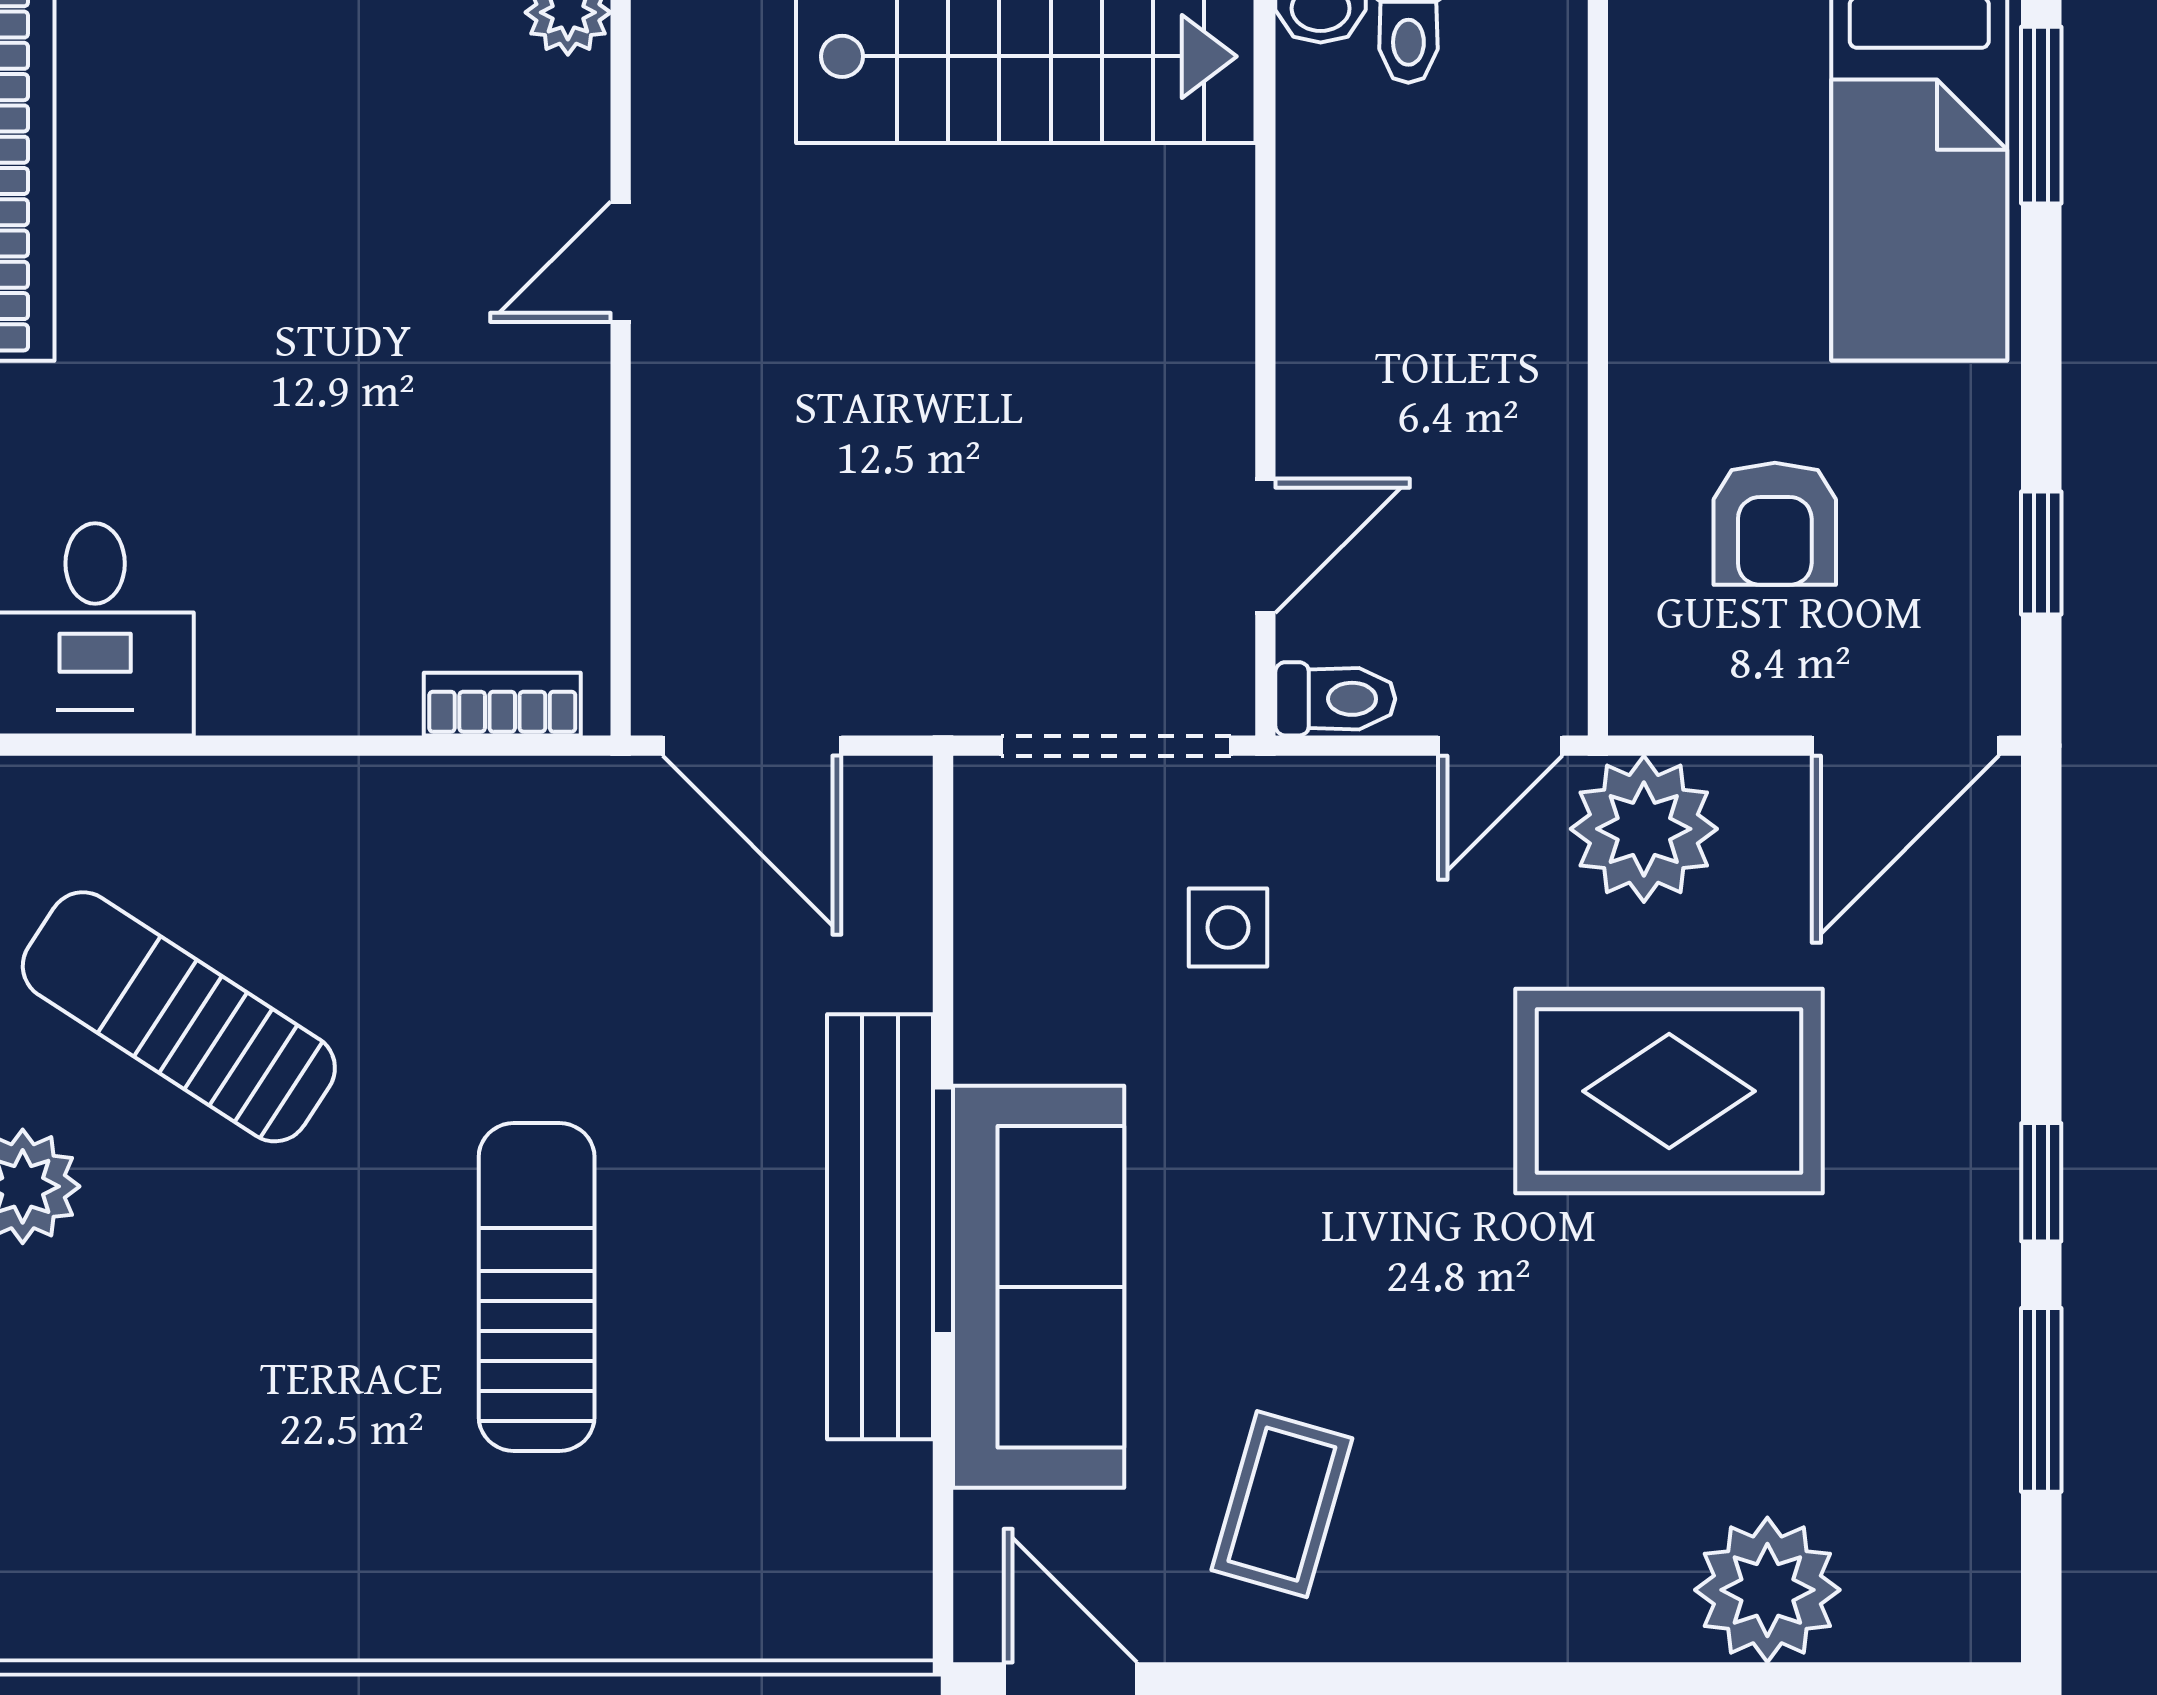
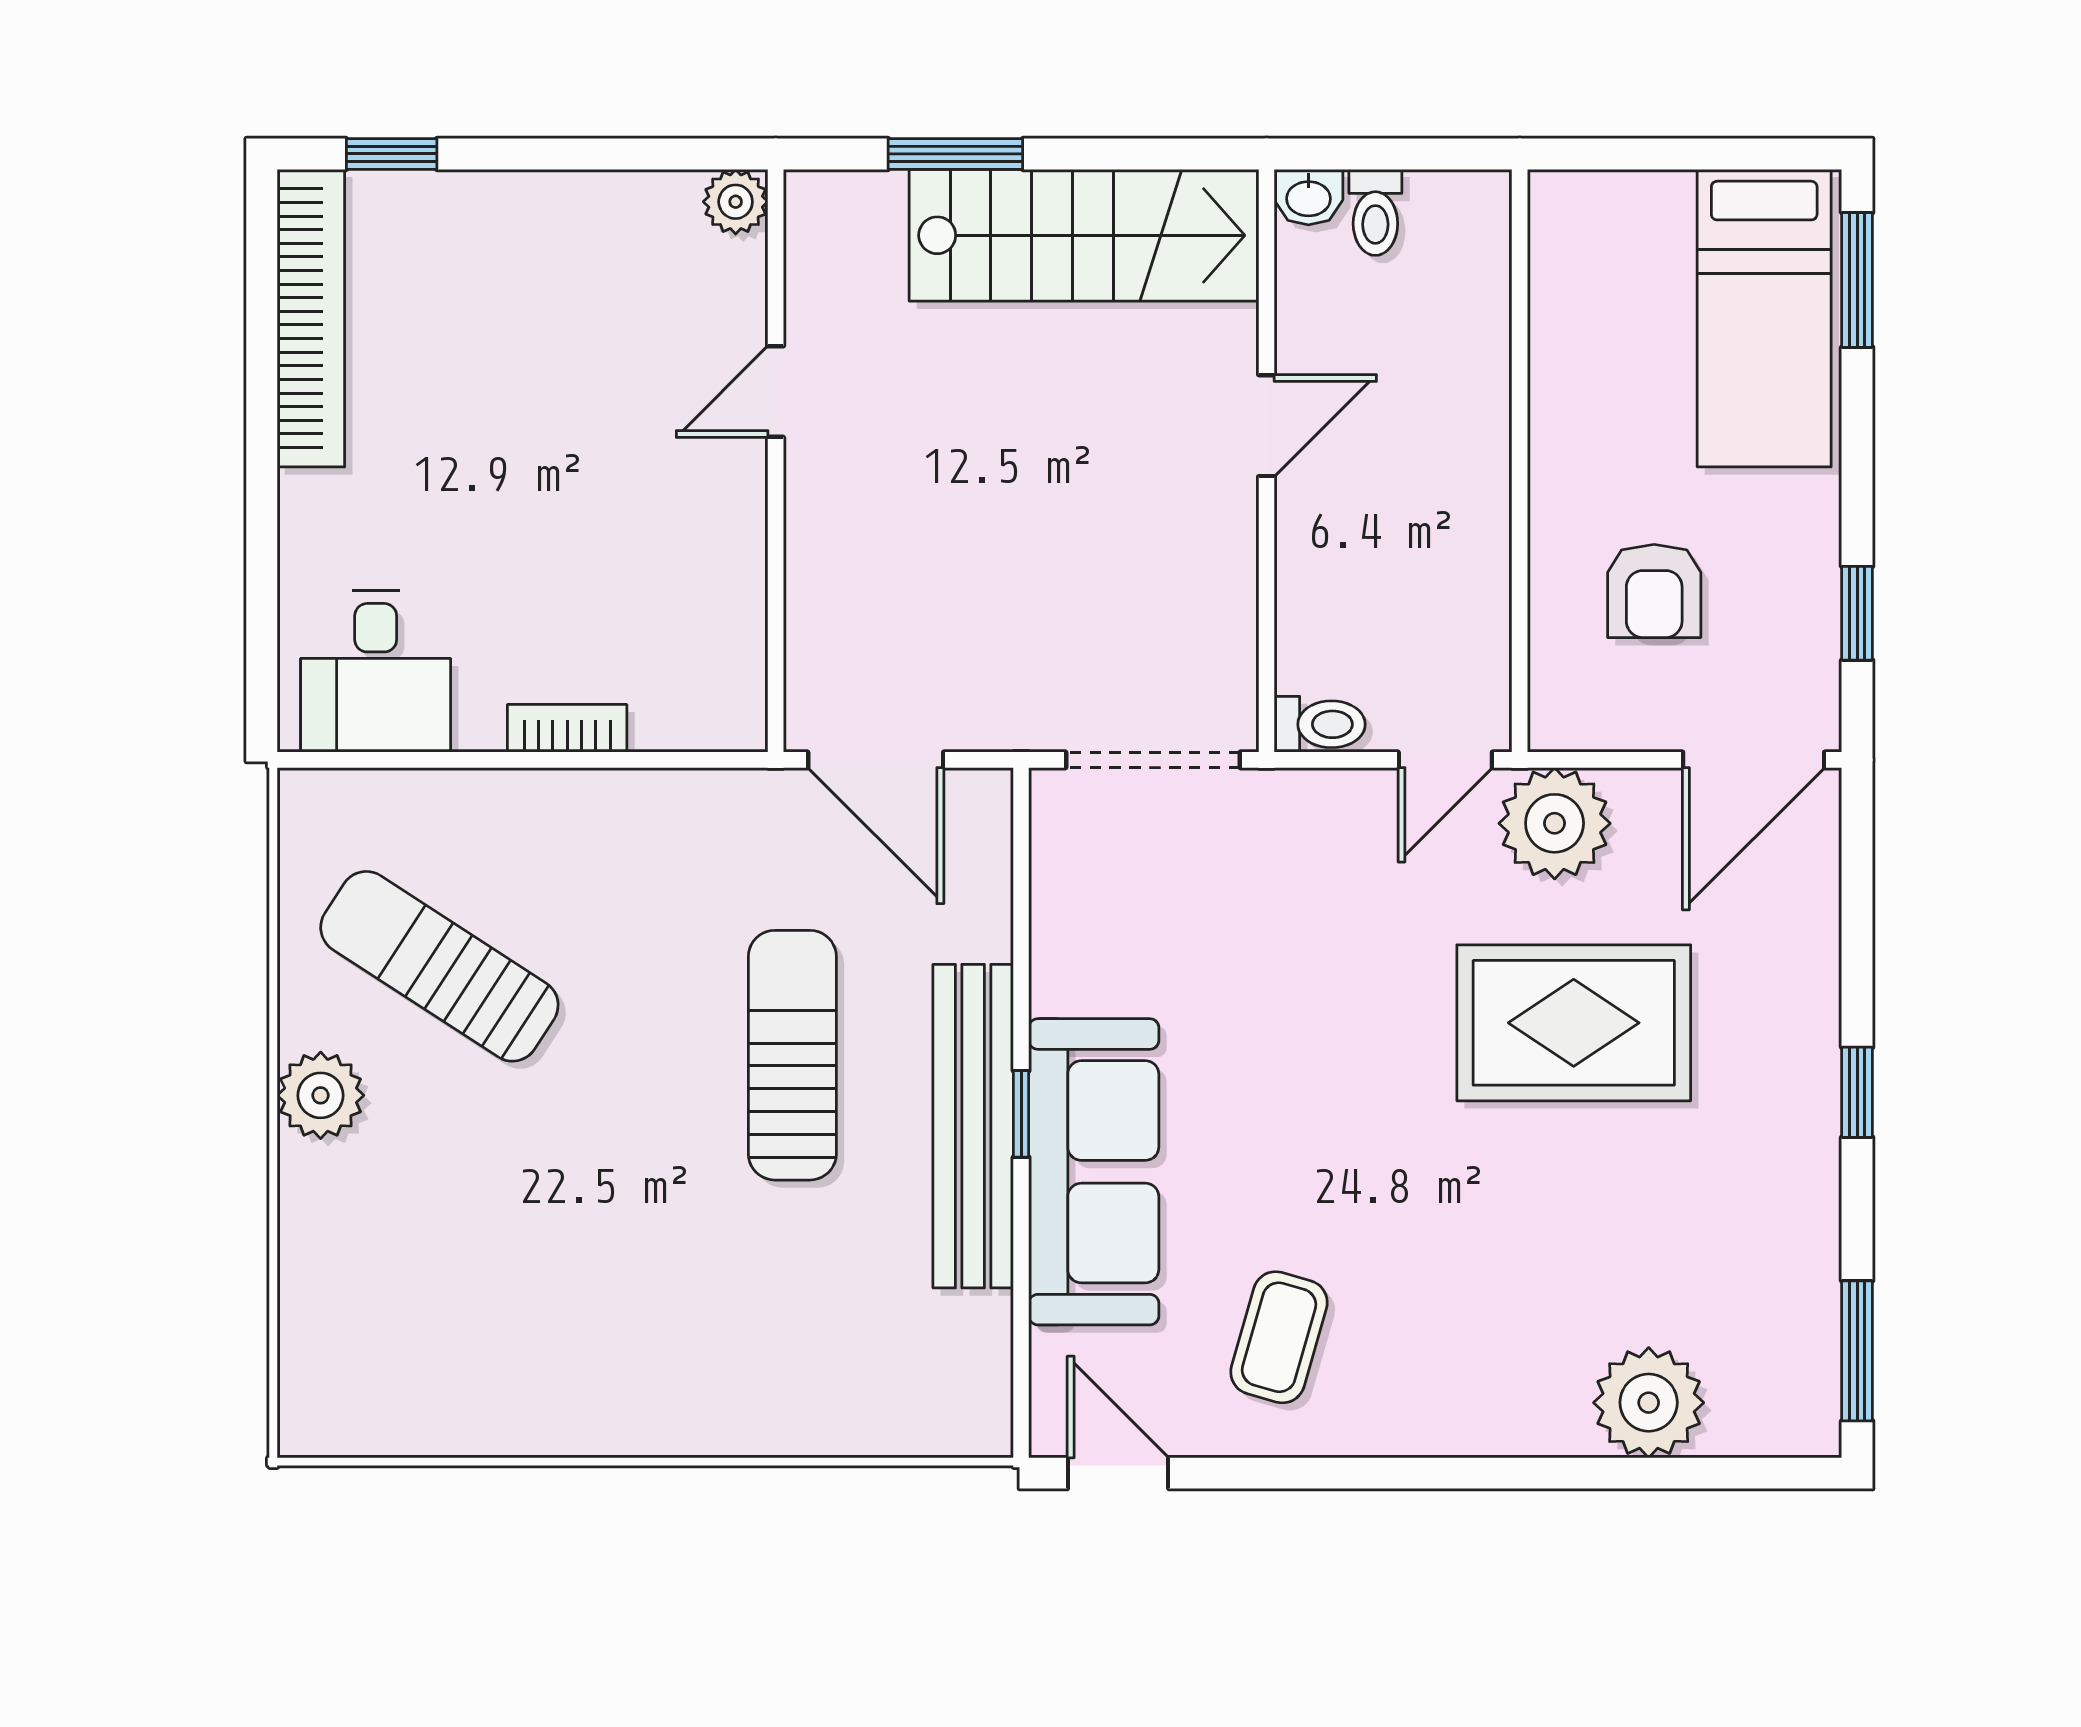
door: (1265, 546) -> (1266, 426), moved
bookcase: (502, 704) -> (567, 728), moved
side table: (1228, 927) -> (1238, 898), removed
window: (943, 1211) -> (1021, 1114), width x0.46
sun lounger: (537, 1287) -> (792, 1055), moved
window: (2041, 1400) -> (1857, 1351), moved

